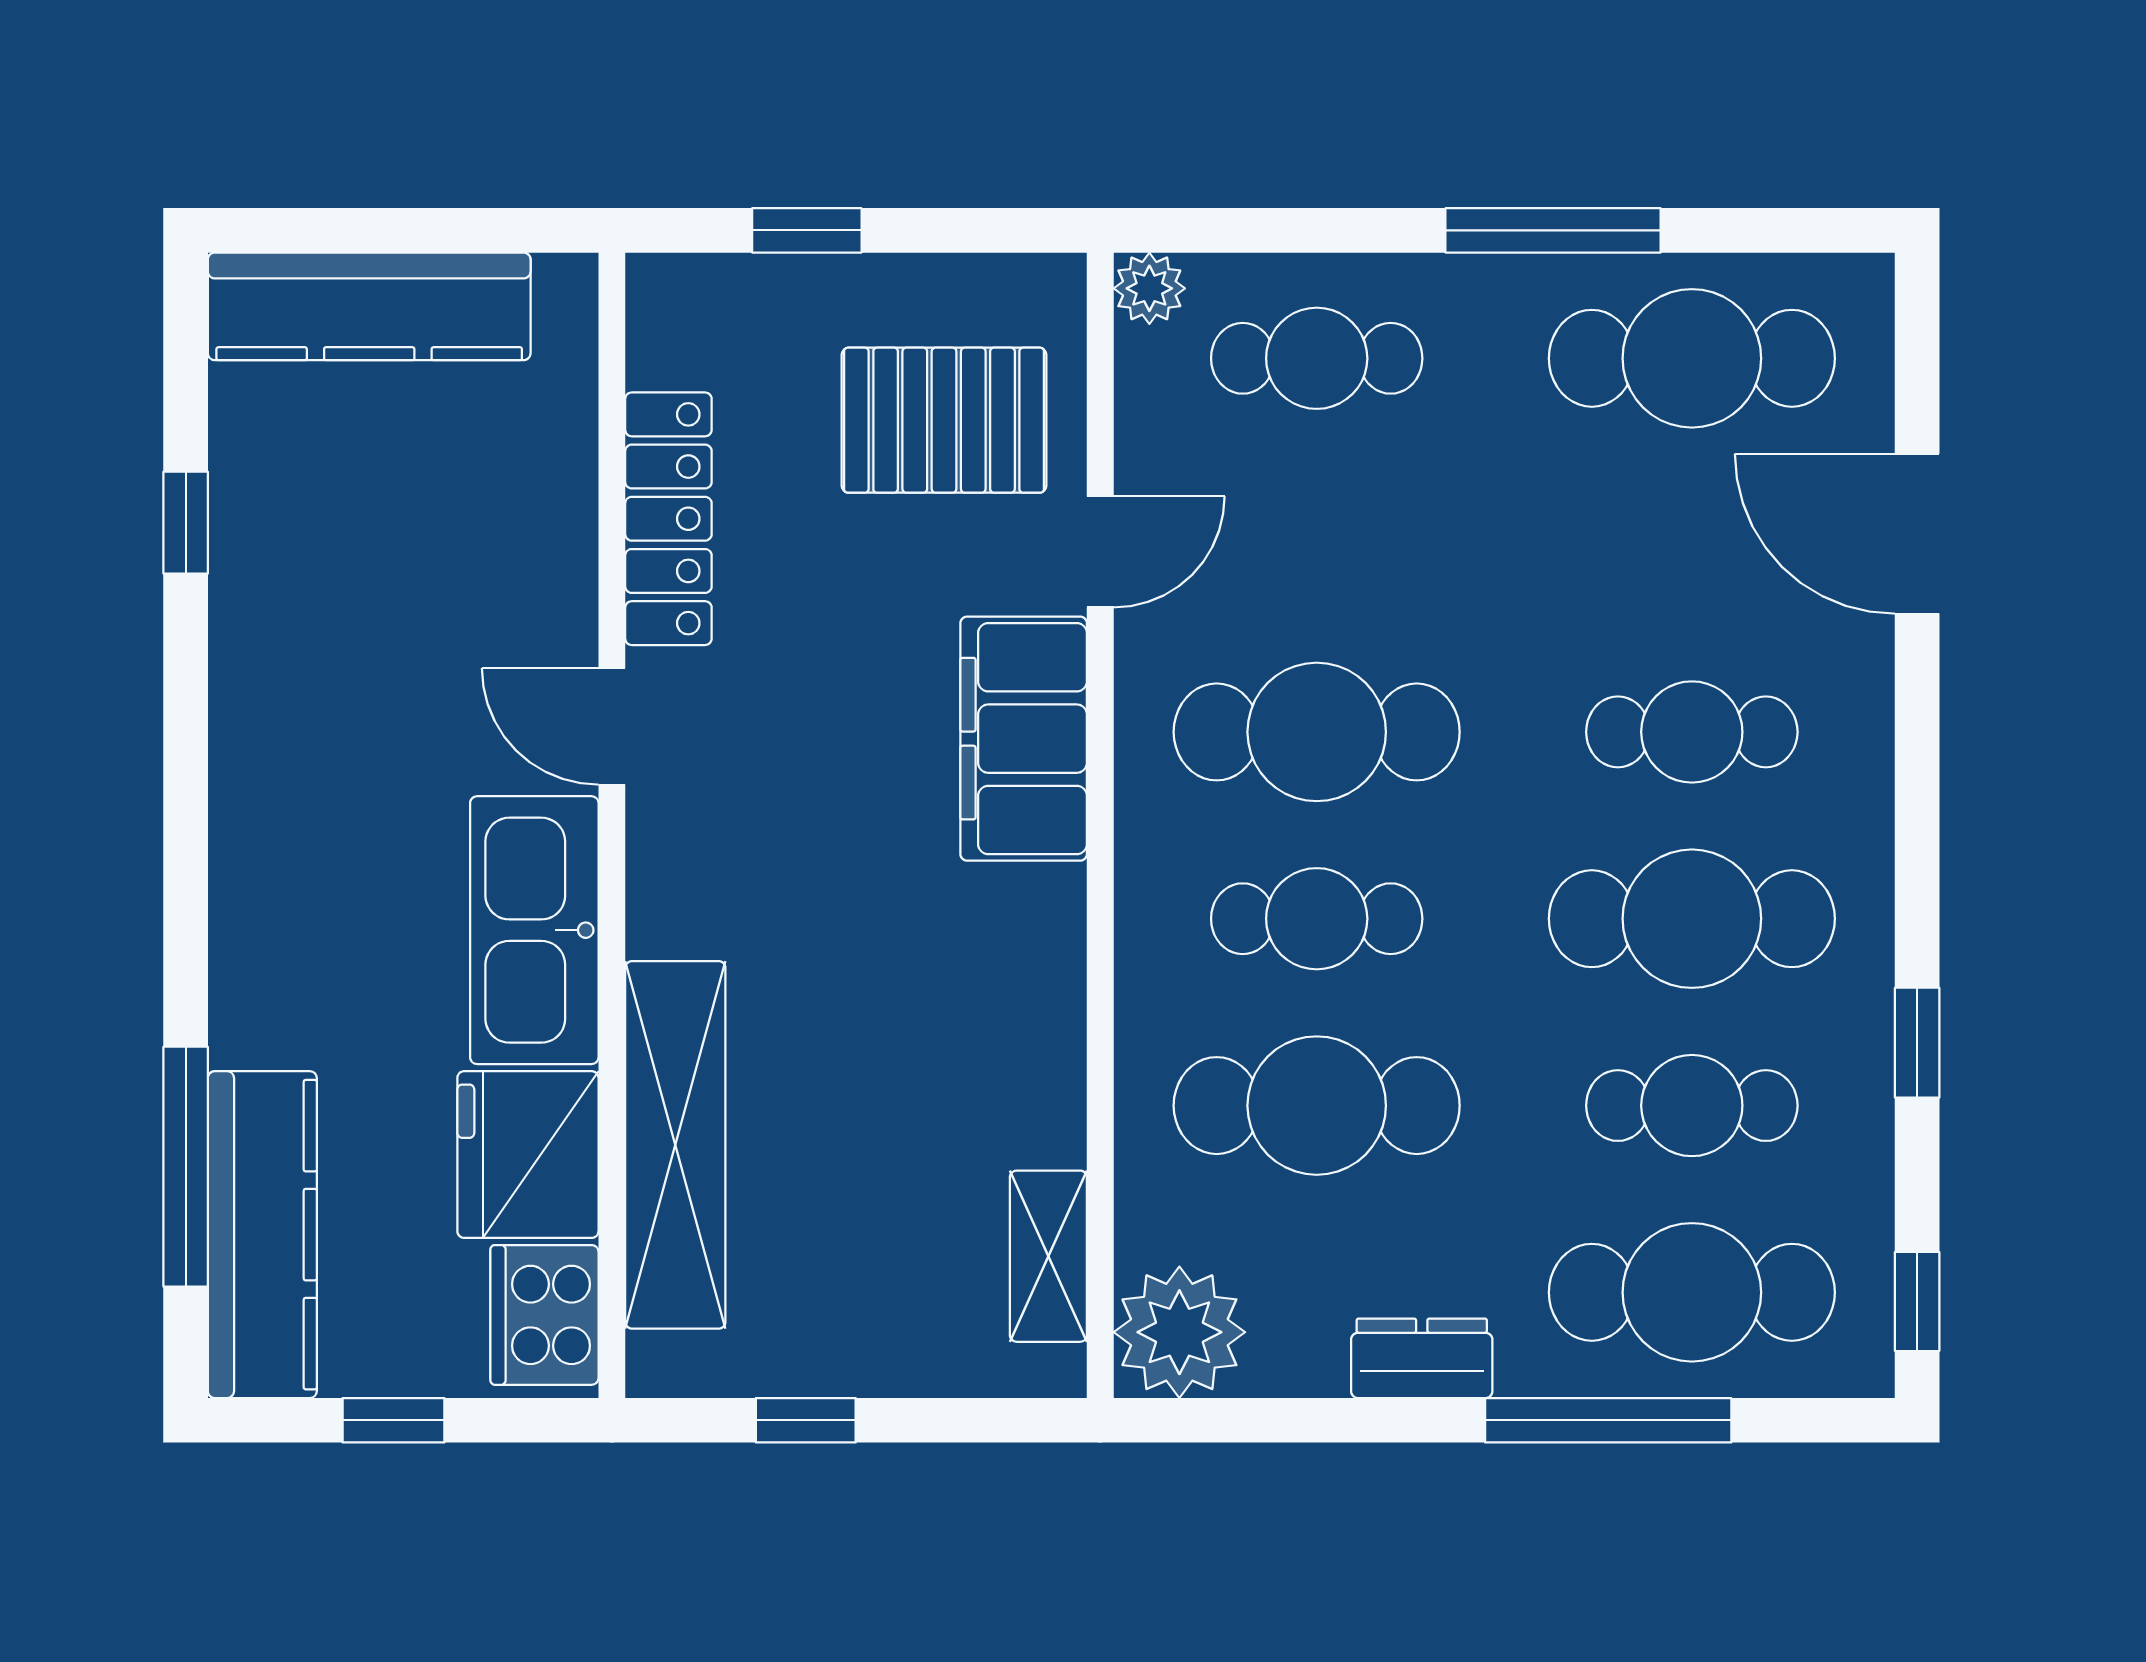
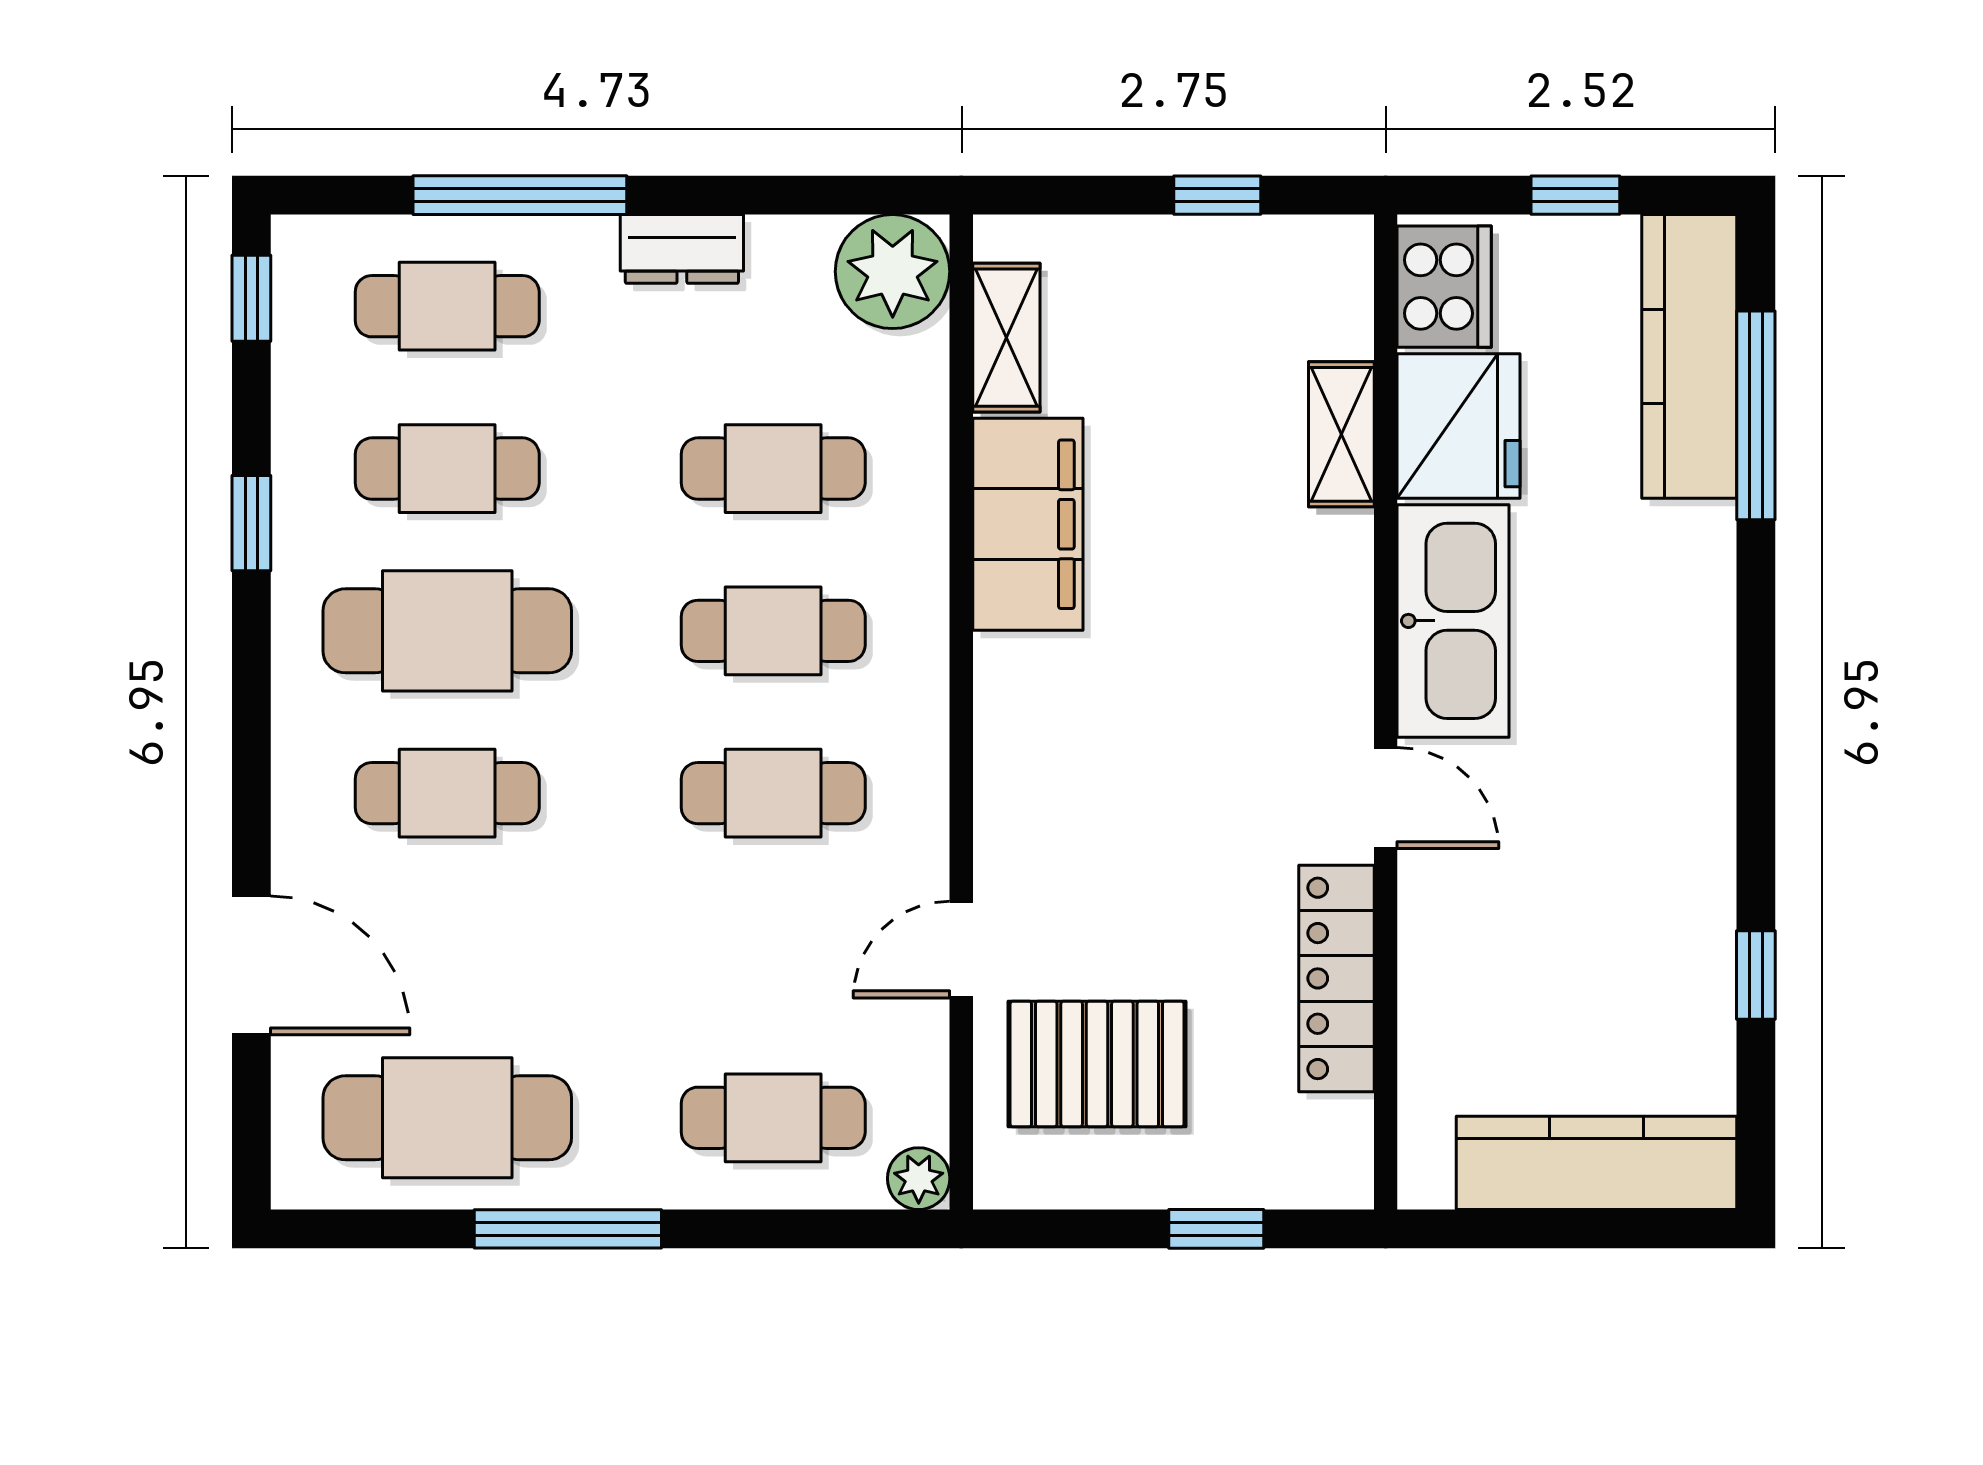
cafe table: (1317, 732) -> (773, 793), width x0.73, depth x0.74
filing cabinet: (1024, 739) -> (1028, 524), moved
cafe table: (1317, 1106) -> (773, 469), width x0.73, depth x0.74
shelving: (675, 1145) -> (1341, 434), width x0.45, depth x0.75
cafe table: (1692, 1292) -> (447, 306), width x0.73, depth x0.74

